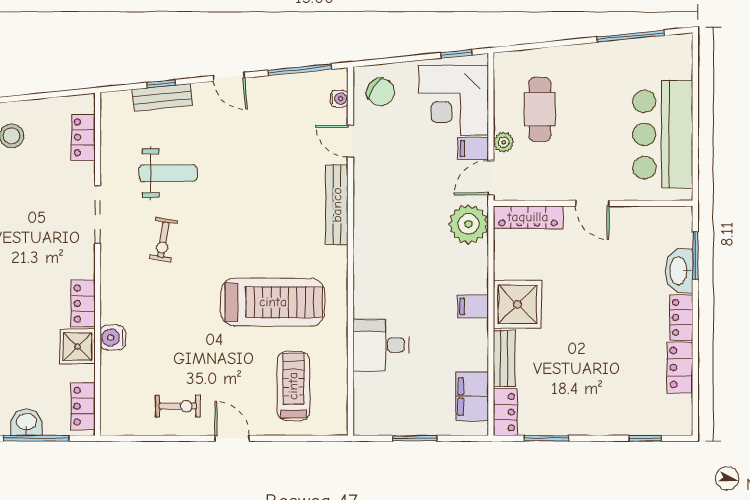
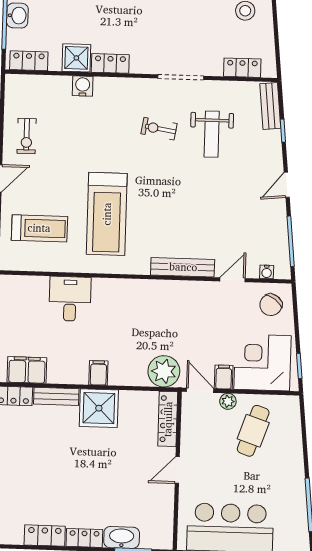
bench: (162, 97) -> (270, 106), moved
cafe table: (540, 109) -> (253, 431), turned -71

